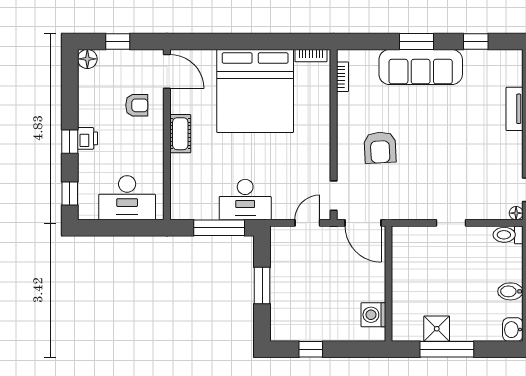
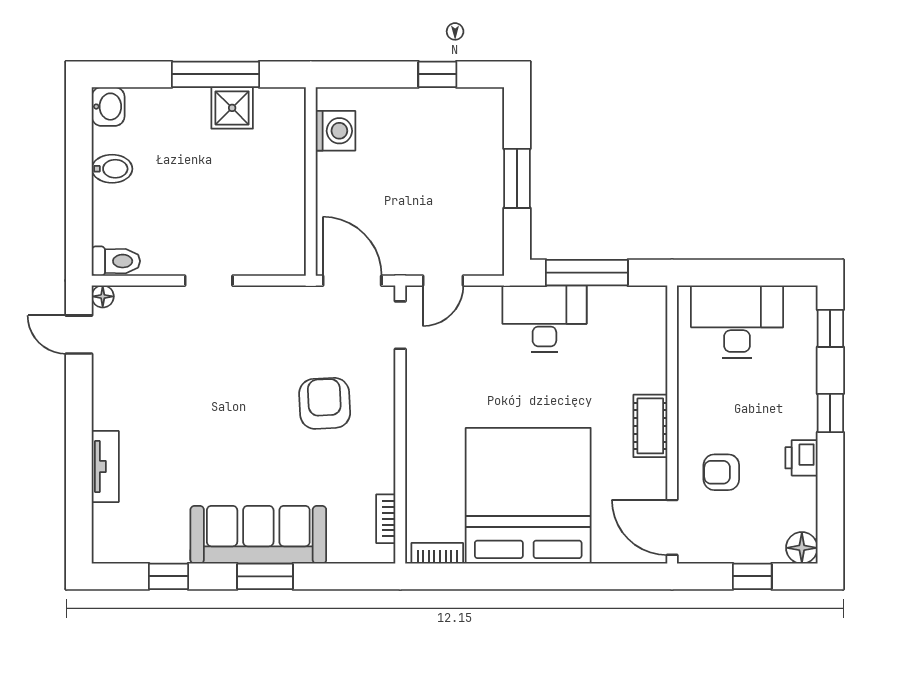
printer: (88, 138) -> (801, 458), moved

